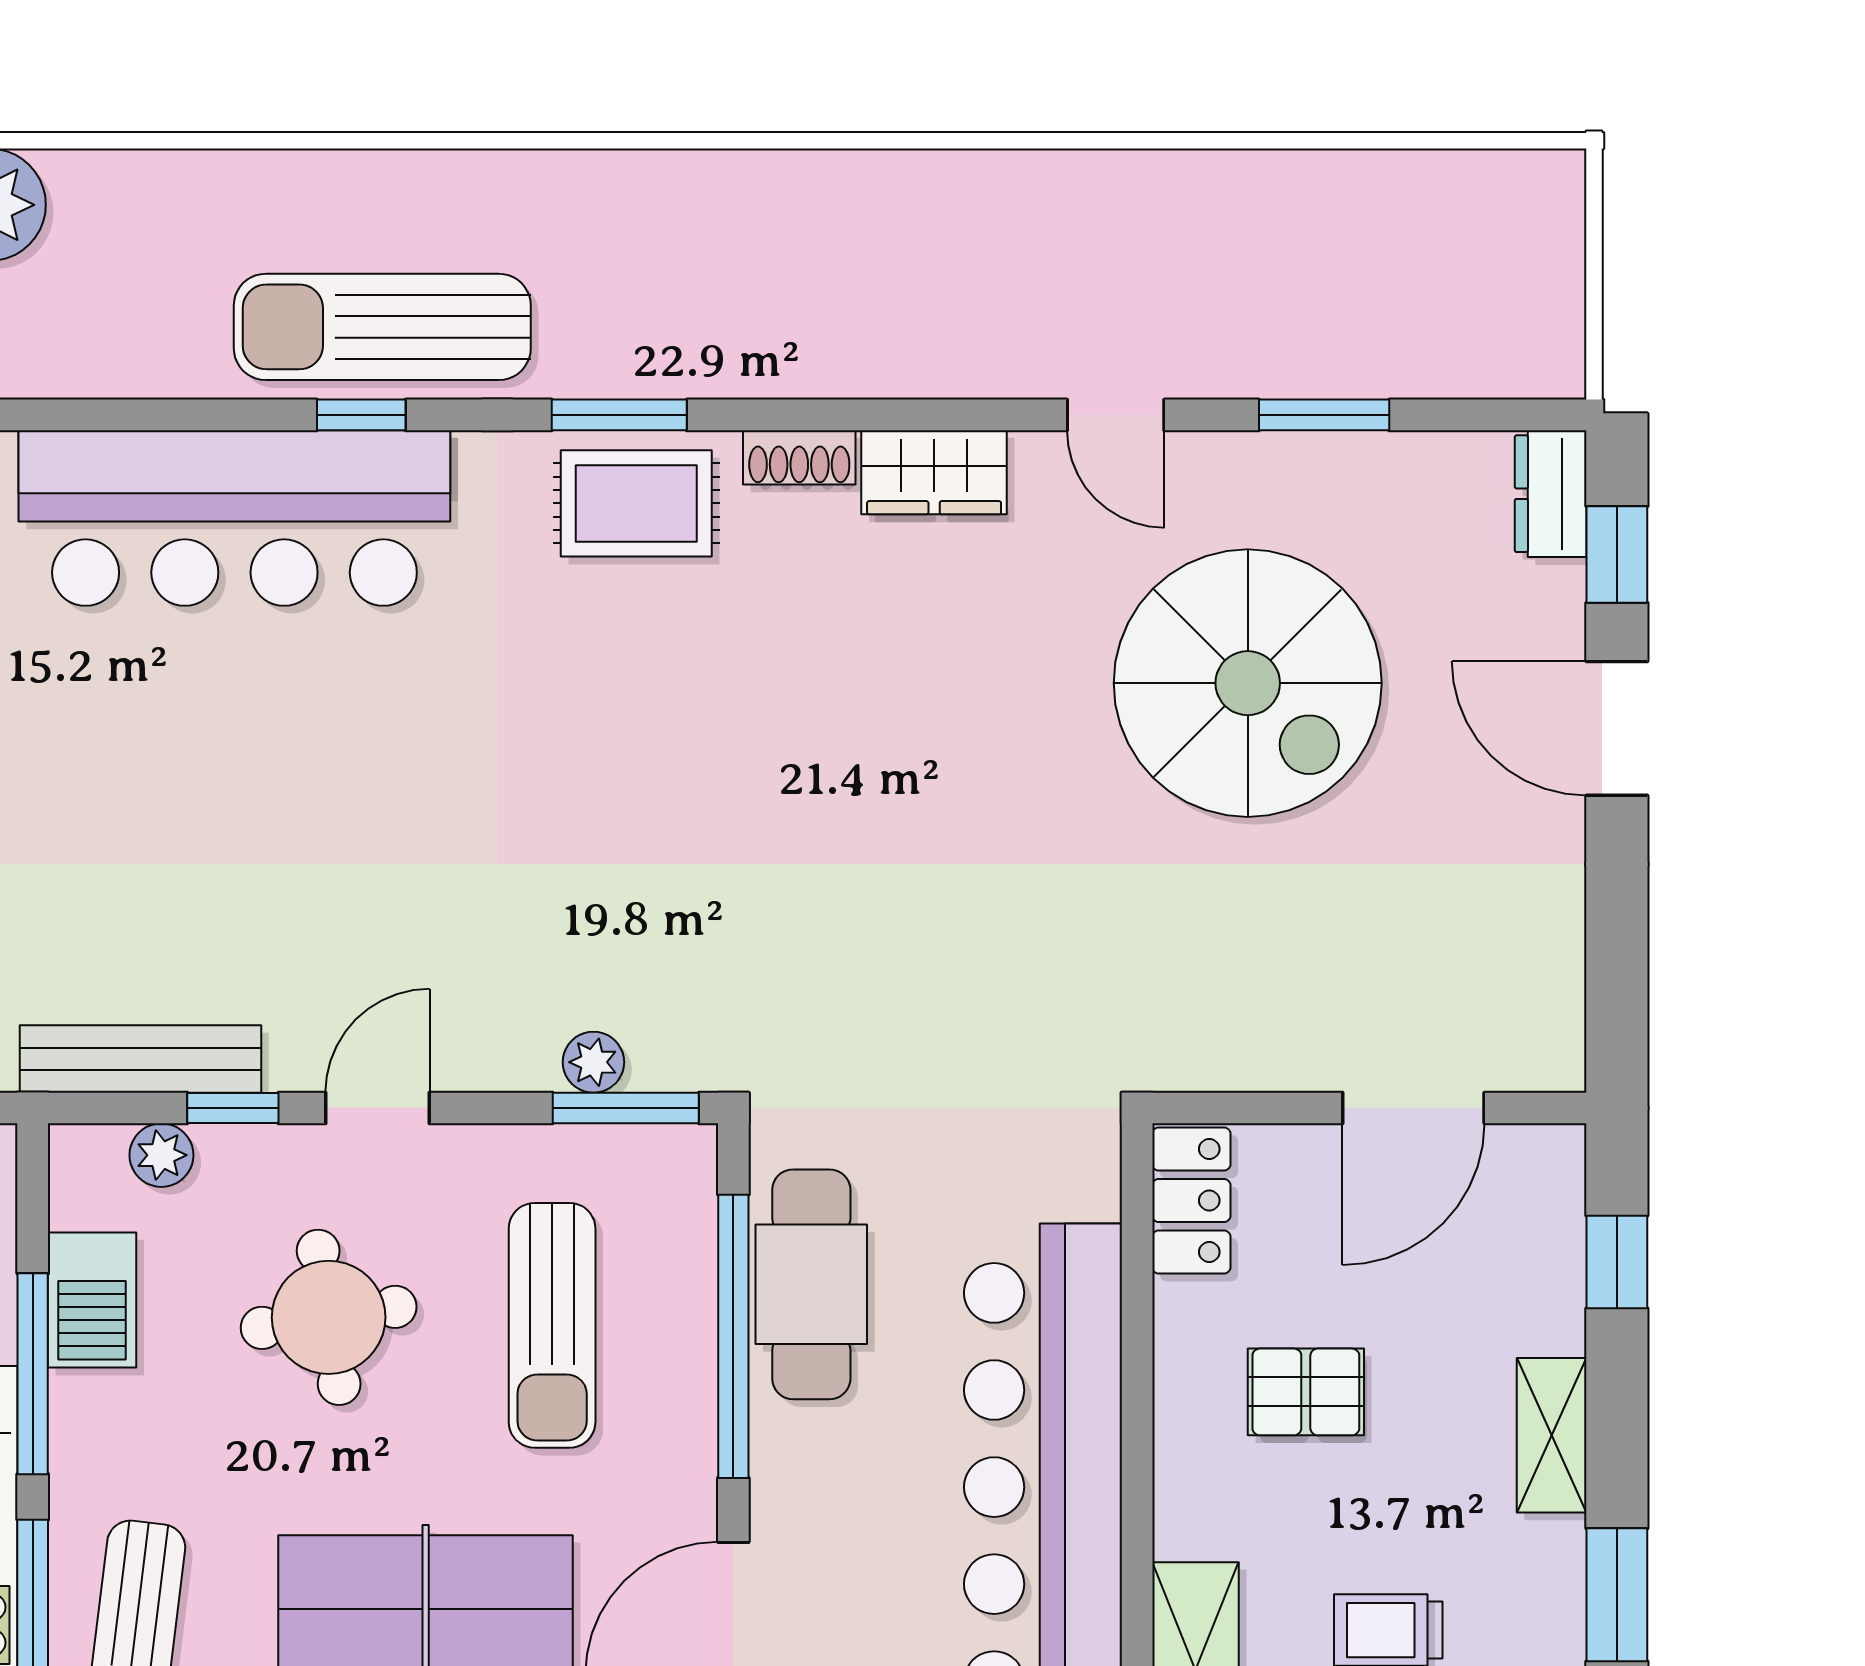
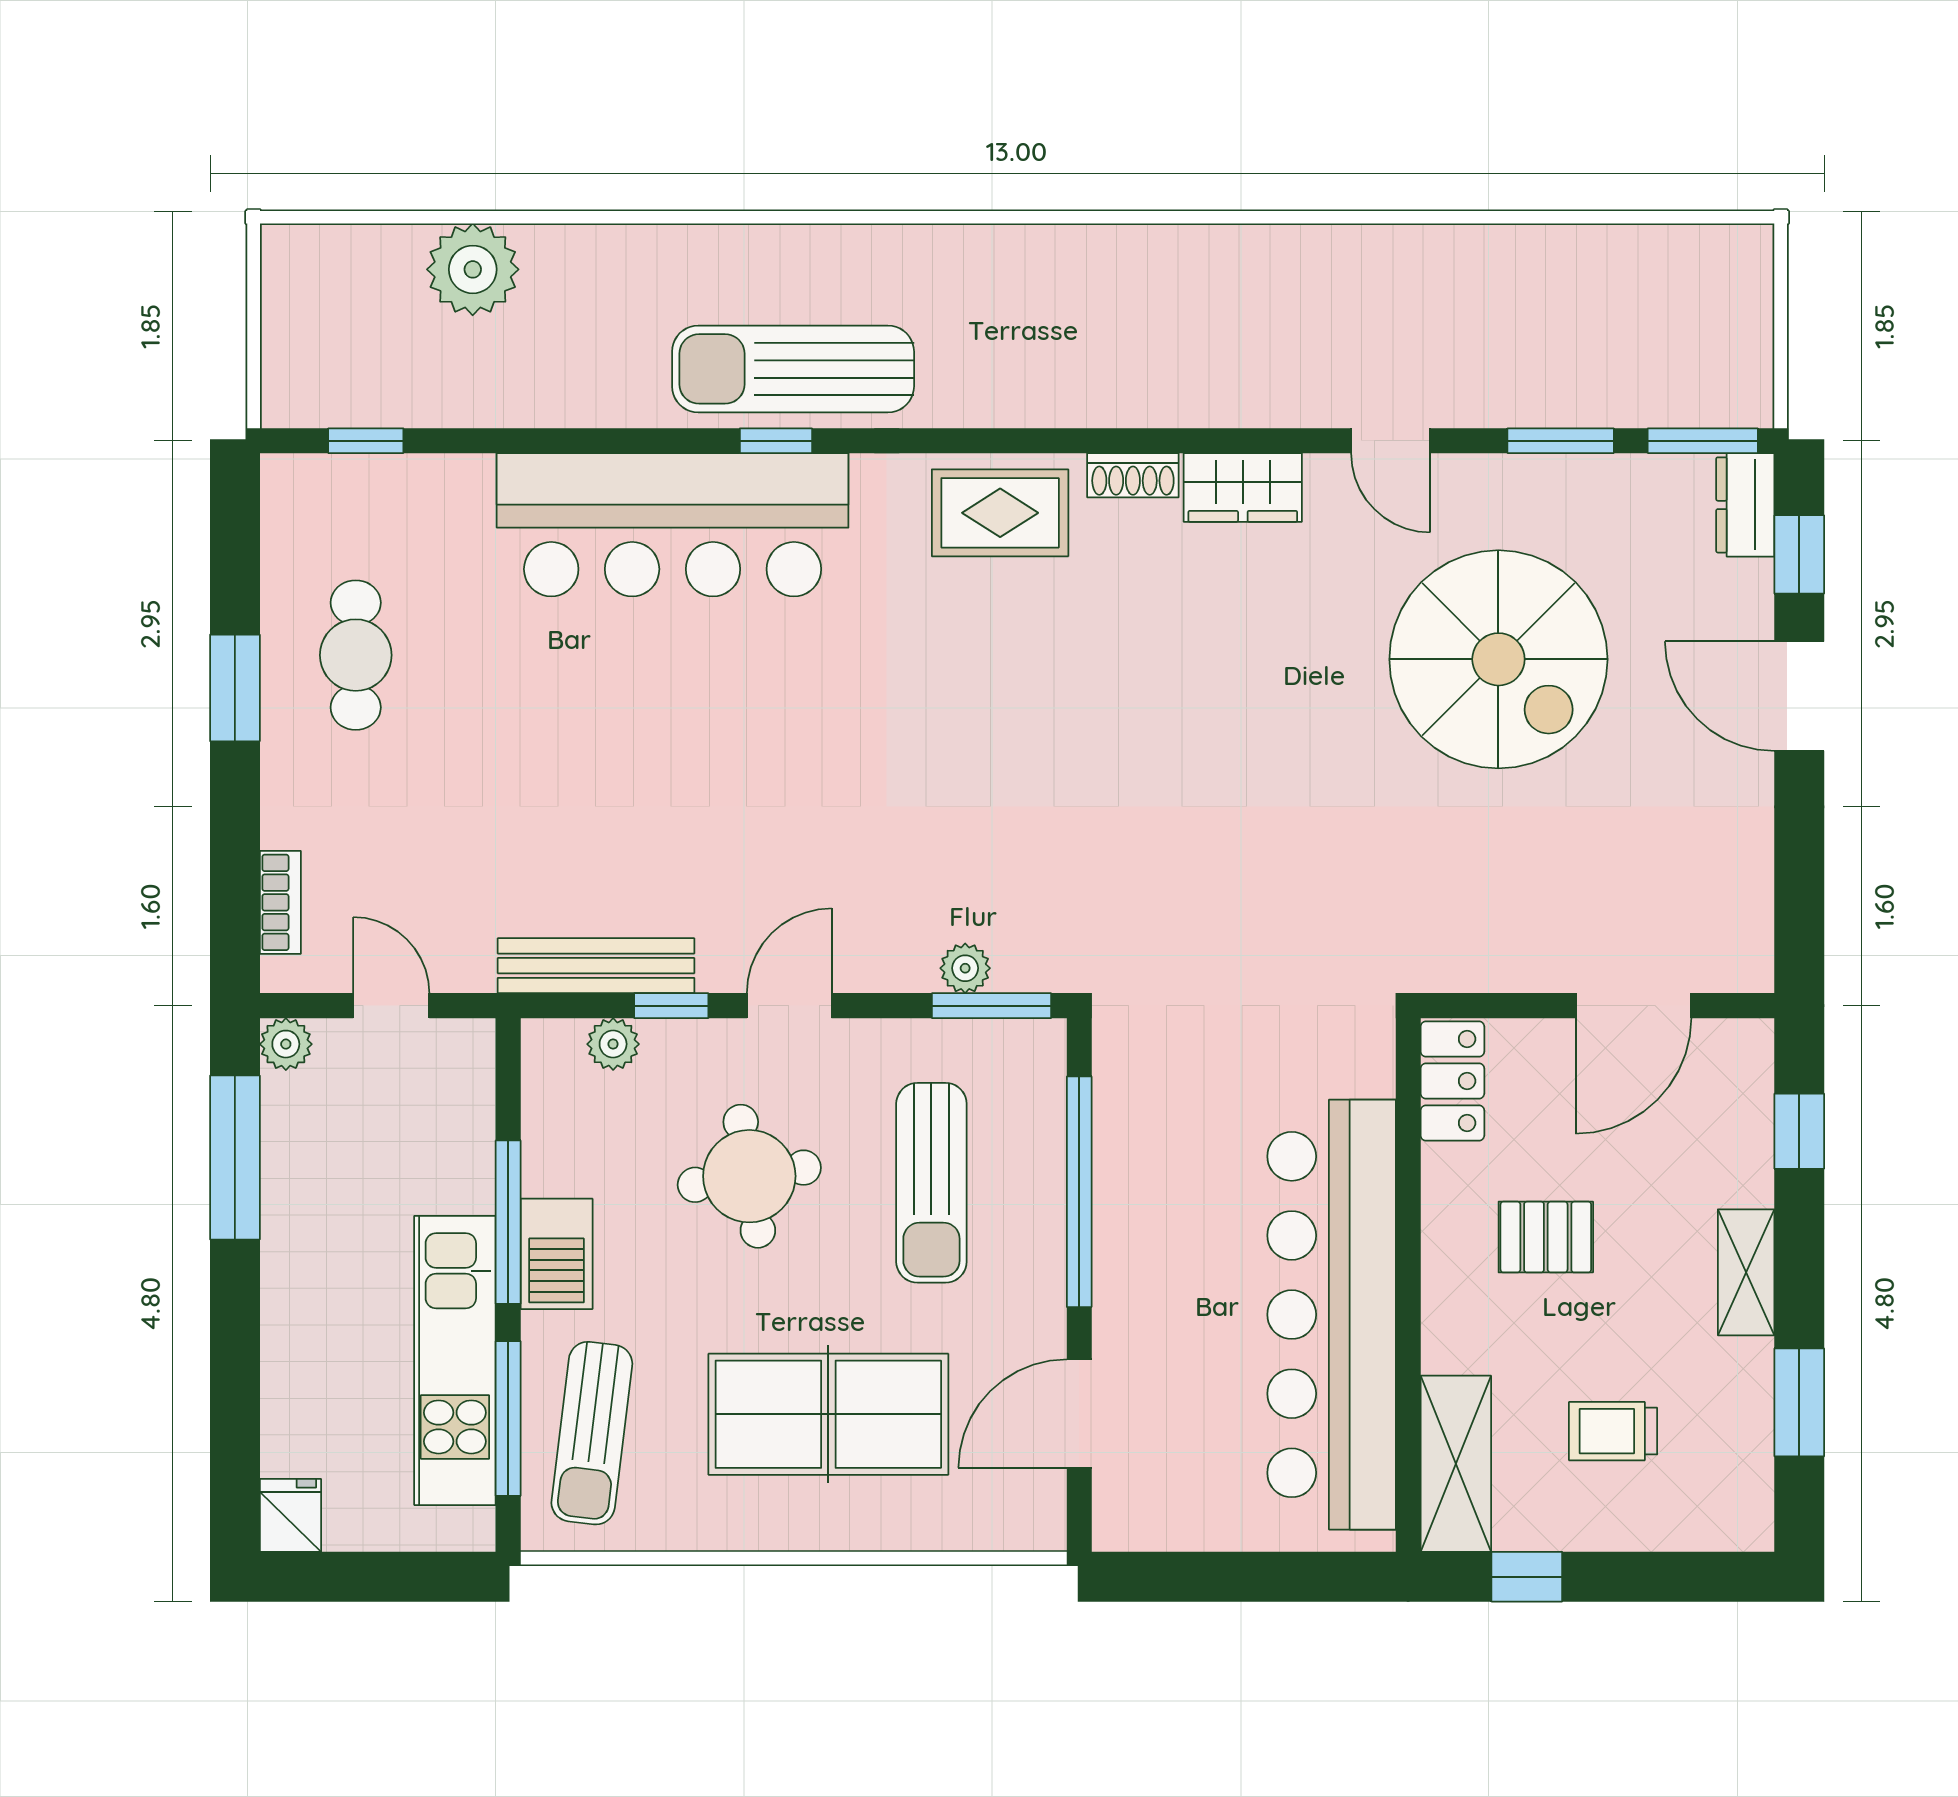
window: (619, 415) -> (1703, 441), moved
cafe table: (811, 1284) -> (1143, 1149), removed
barbecue: (92, 1300) -> (557, 1254), moved

